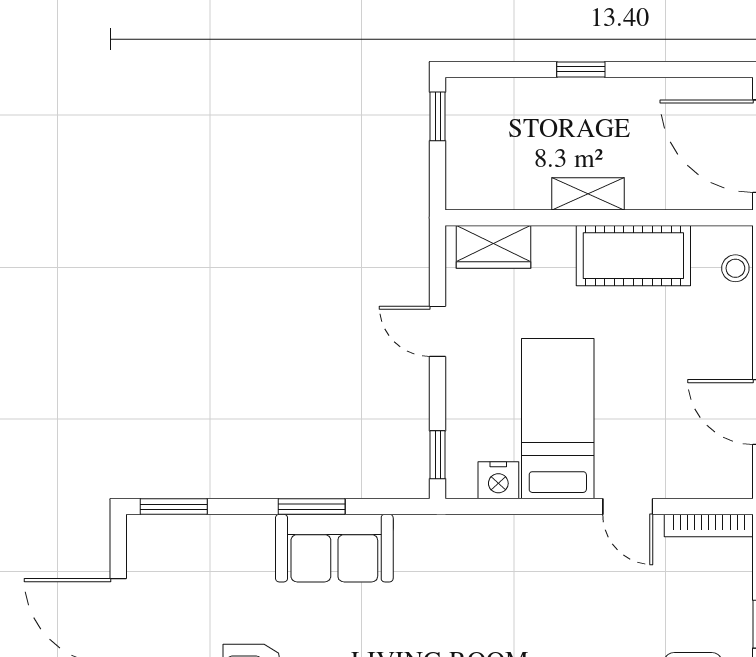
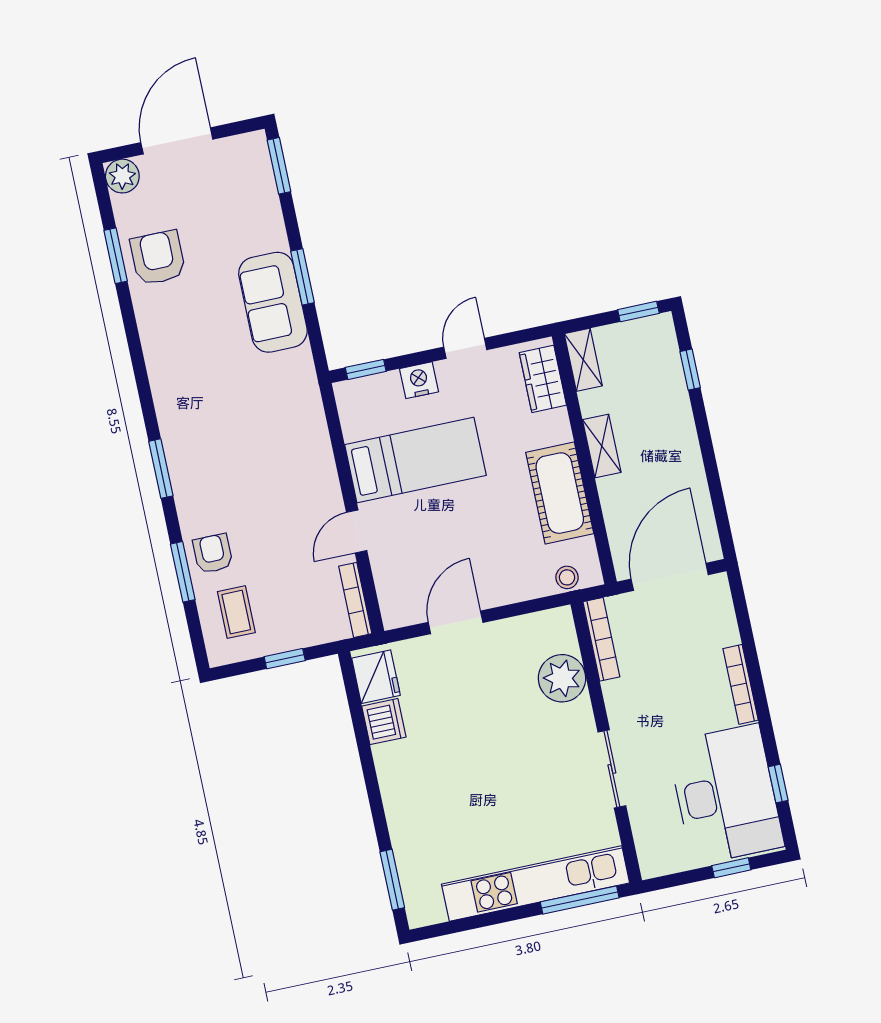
window: (581, 69) -> (690, 370), moved
shelving: (481, 194) -> (583, 360), added
nightstand: (498, 480) -> (419, 380), moved, turned 90

